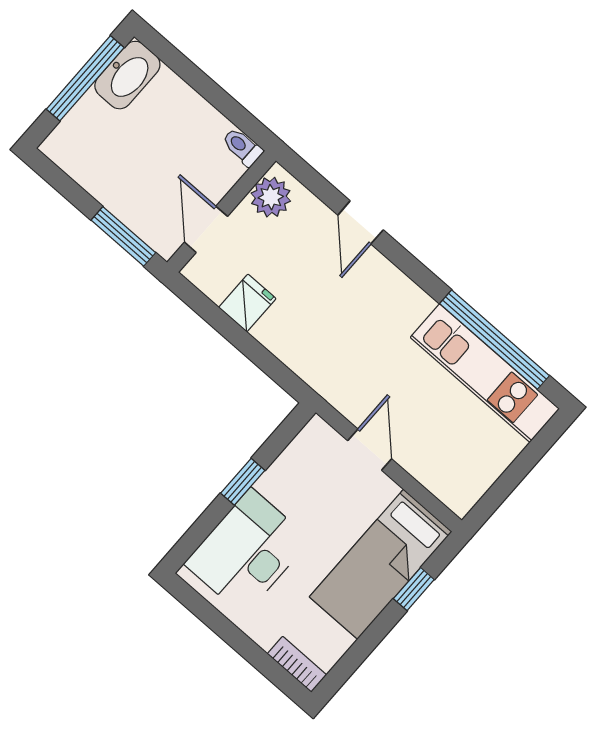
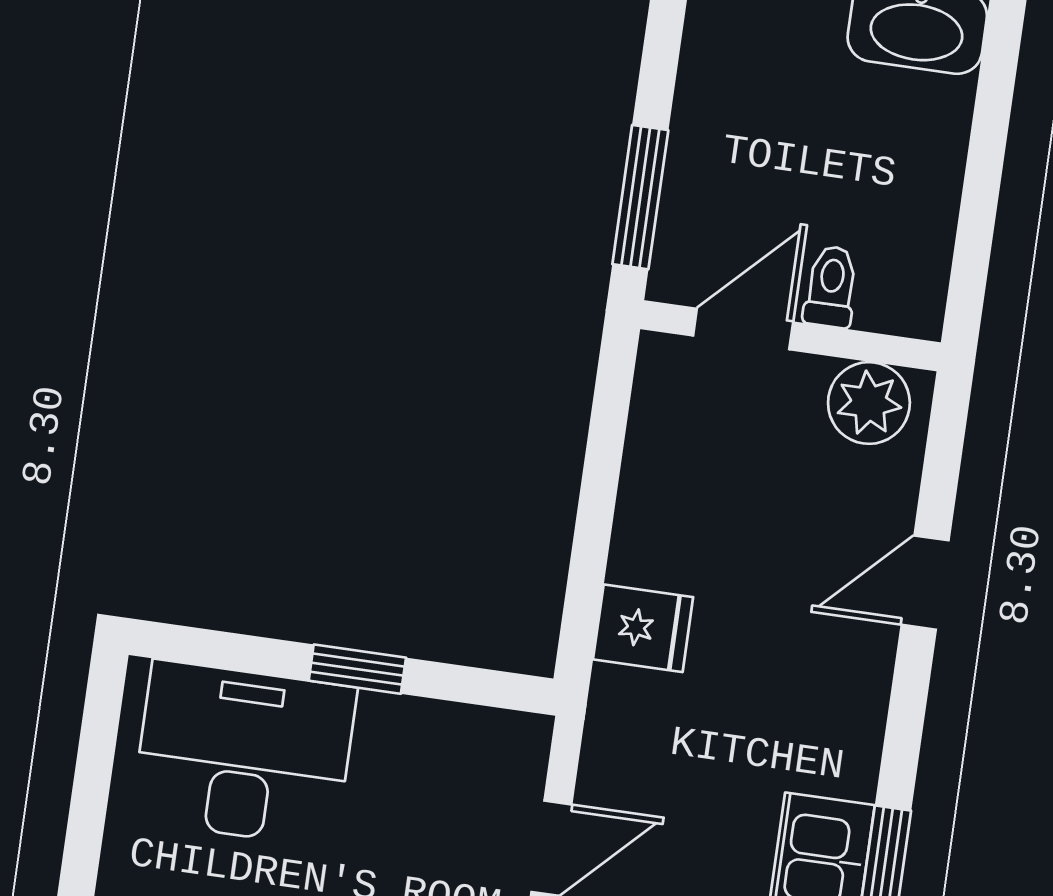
toilet: (242, 147) -> (831, 287), moved
fridge: (247, 303) -> (643, 628), moved

